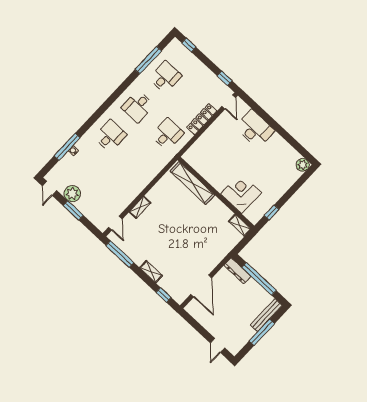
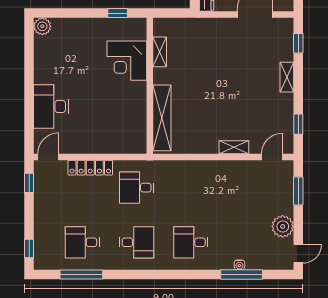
window: (73, 210) -> (298, 191), moved
shelving: (240, 225) -> (160, 52), moved
window: (120, 254) -> (298, 124), width x0.46

